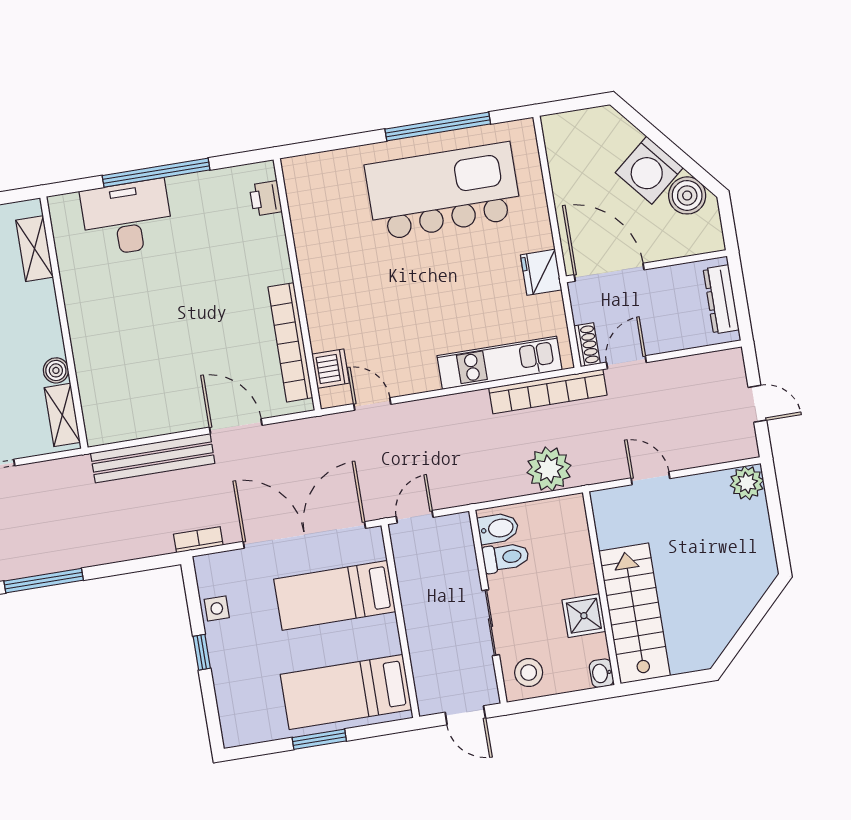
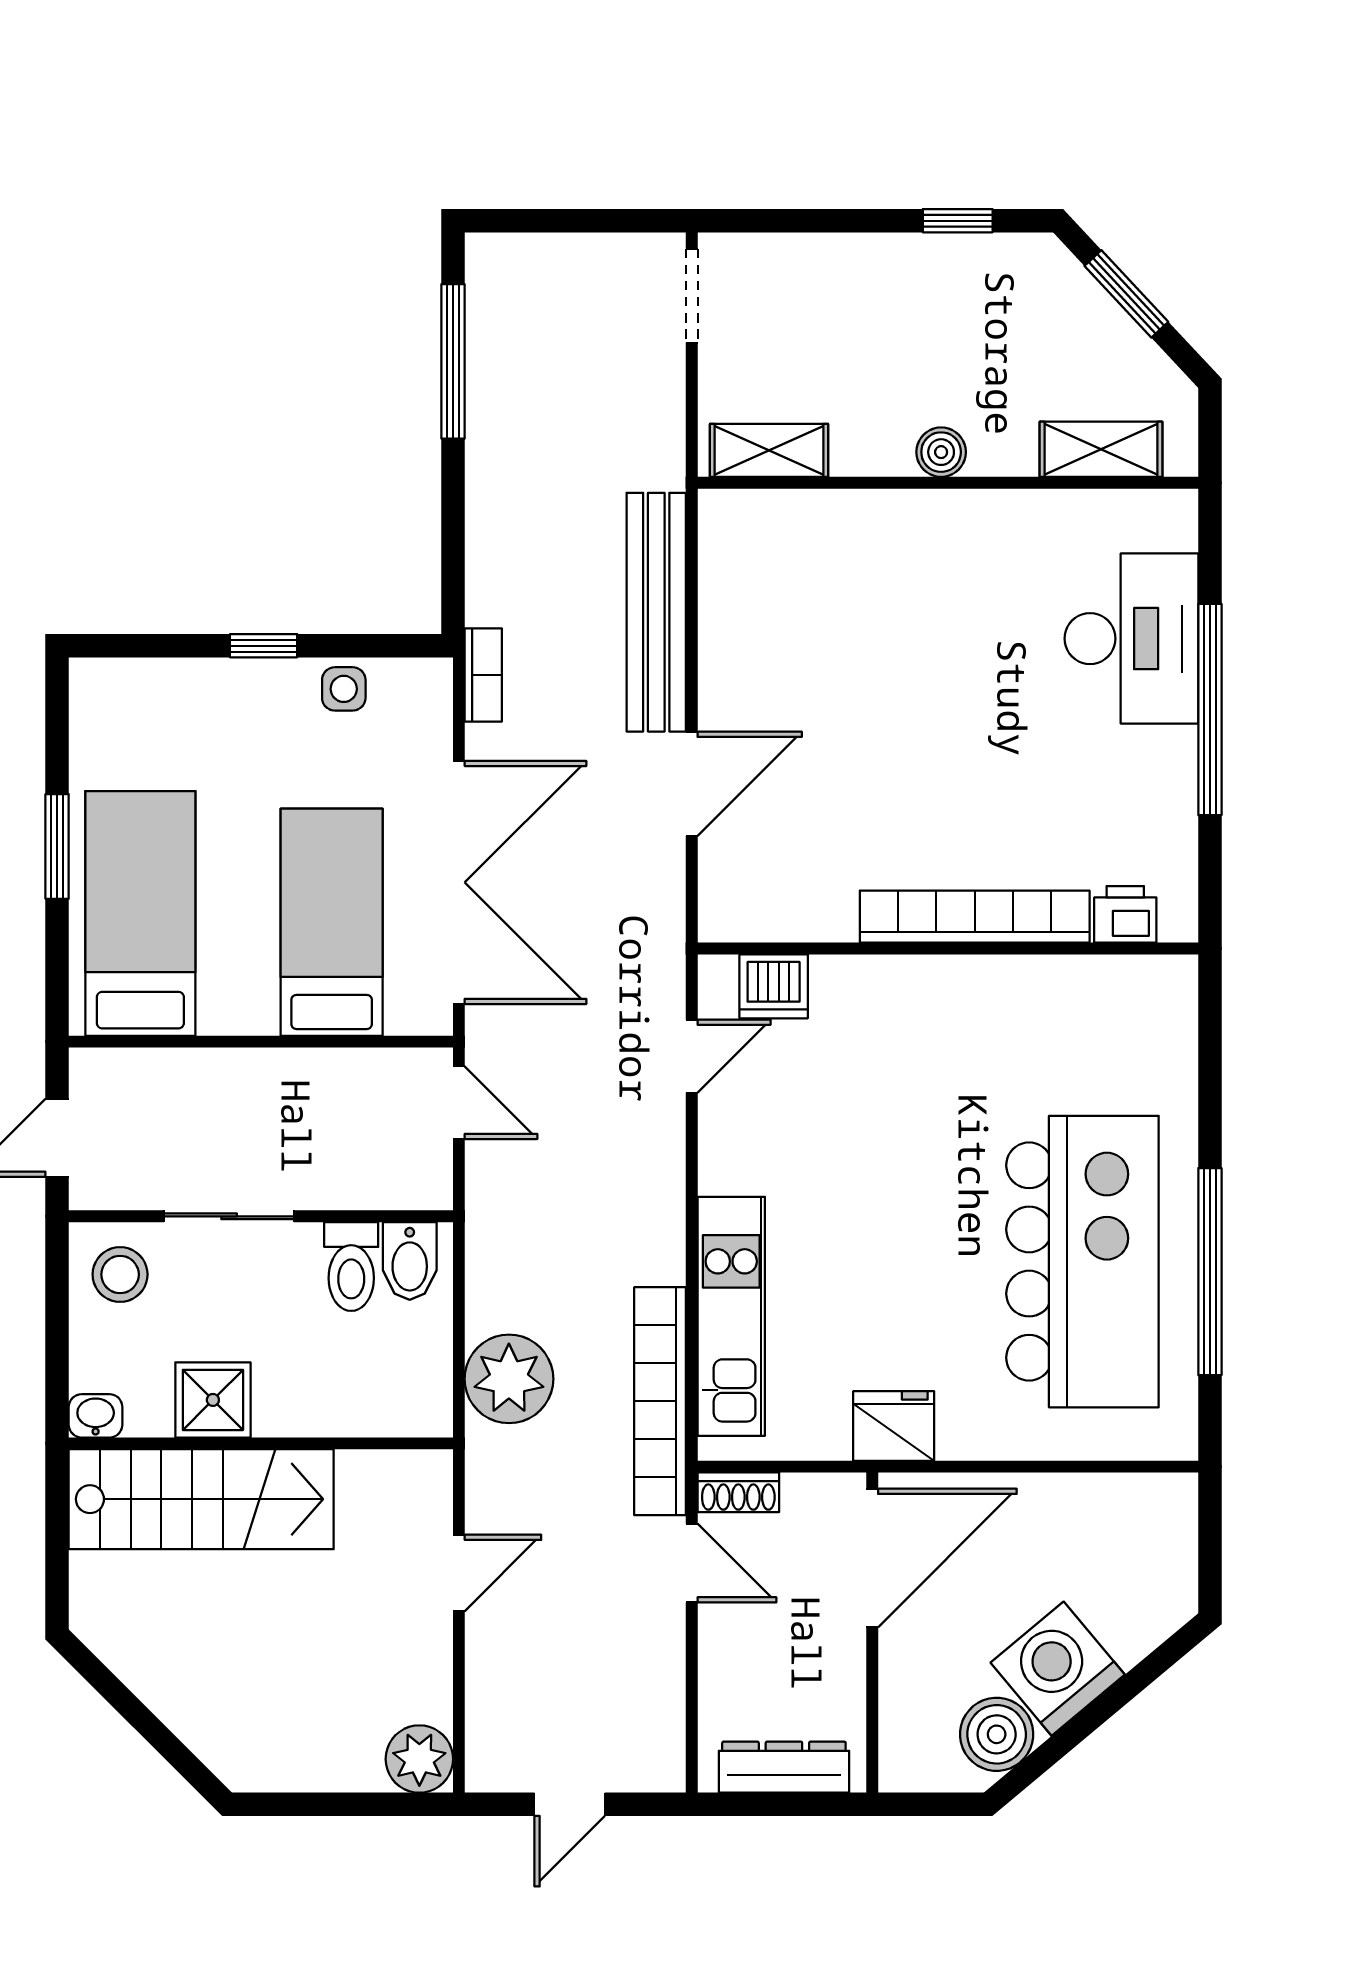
bookcase: (290, 342) -> (975, 917), moved
boiler: (56, 370) -> (941, 452), moved

